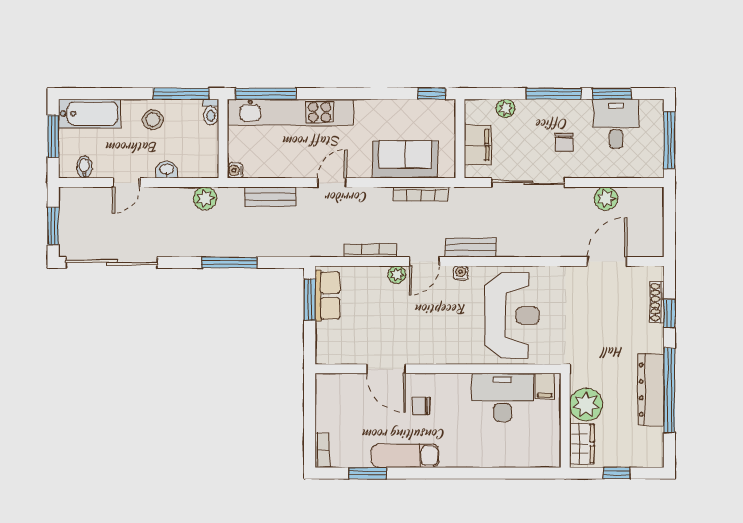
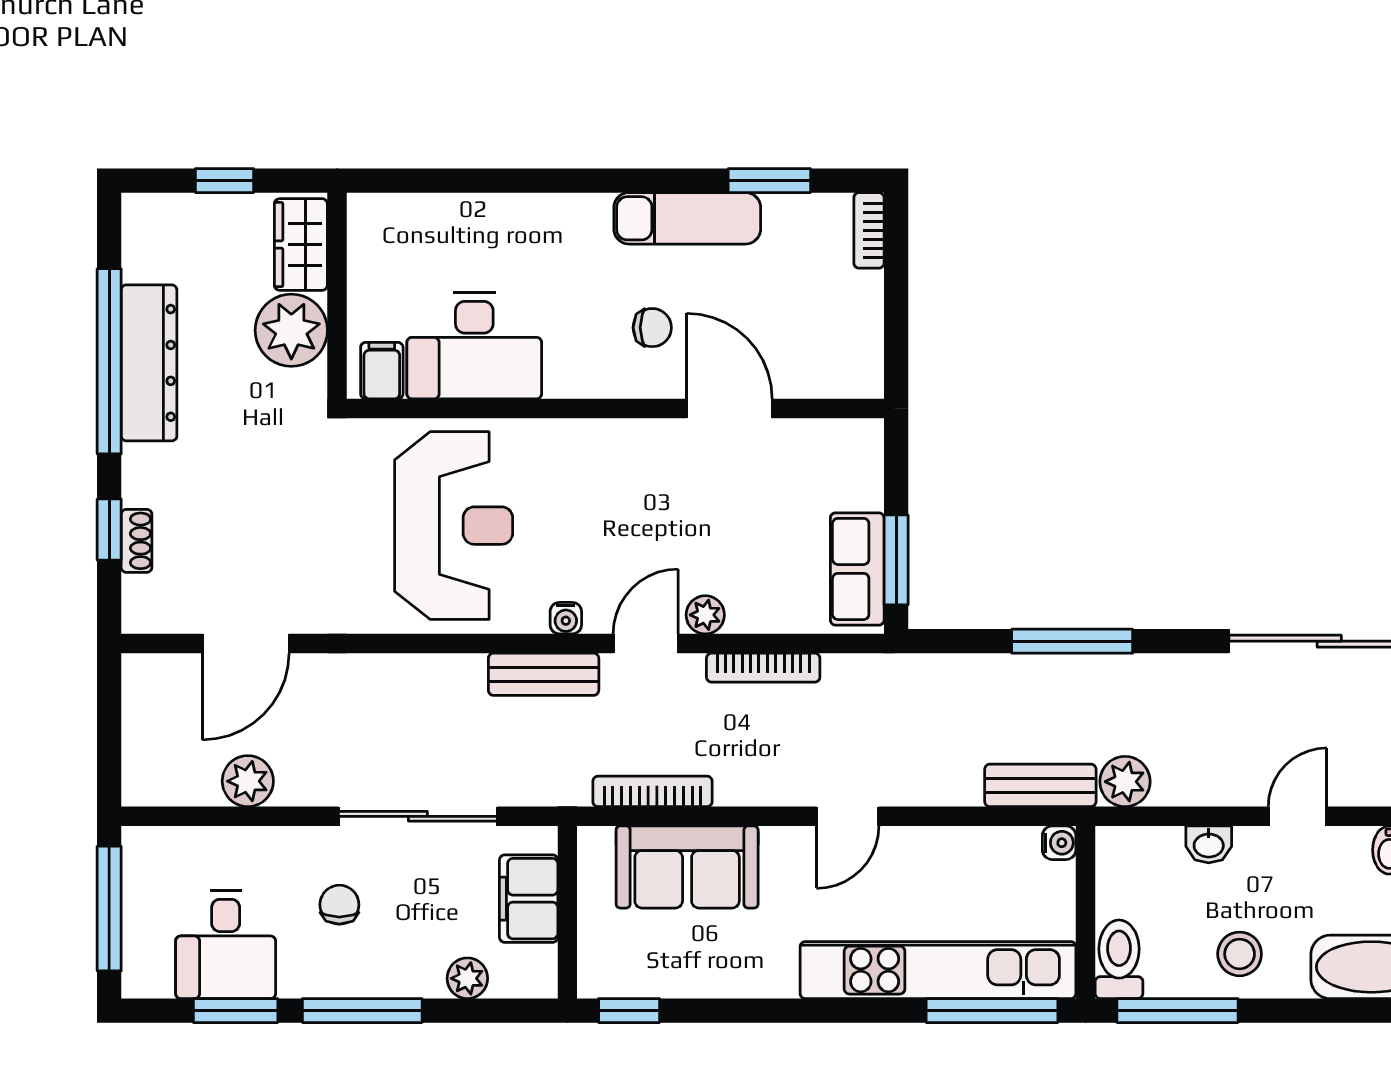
toilet: (211, 112) -> (1119, 959), width x1.37, depth x1.39
bench: (270, 197) -> (1040, 785), moved
shoe rack: (657, 302) -> (137, 541), width x0.70
reception desk: (512, 315) -> (454, 526), turned 180

